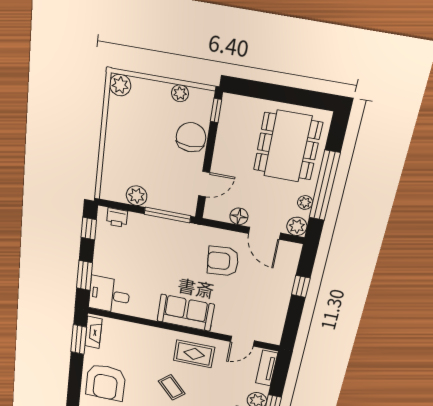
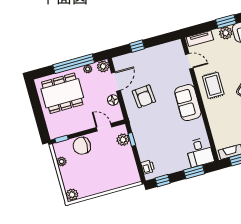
plant: (137, 196) -> (123, 140), moved
window: (168, 215) -> (132, 139), width x0.46

